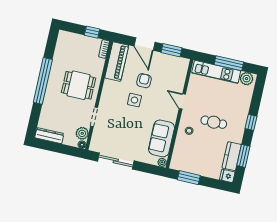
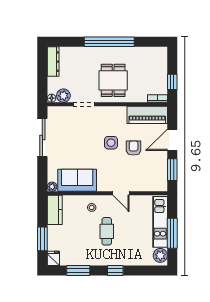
armchair: (144, 81) -> (134, 148), turned -90
door: (182, 101) -> (121, 193), swing flipped
kitchen counter: (232, 156) -> (55, 210), moved, turned 90
window: (189, 178) -> (42, 239), moved

